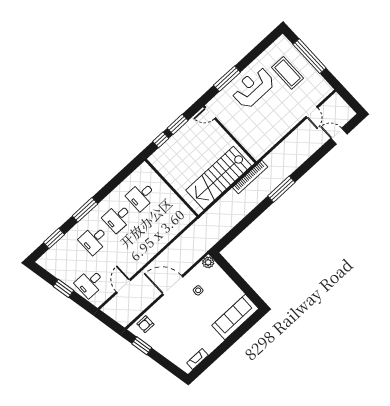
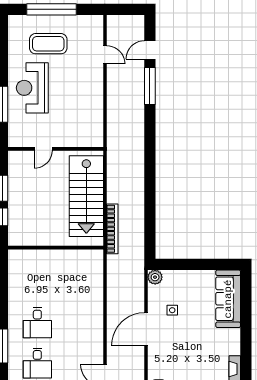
door: (210, 113) -> (43, 149), moved
bookcase: (250, 177) -> (112, 229), moved
window: (281, 189) -> (150, 86), moved
desk: (141, 196) -> (37, 282), removed

